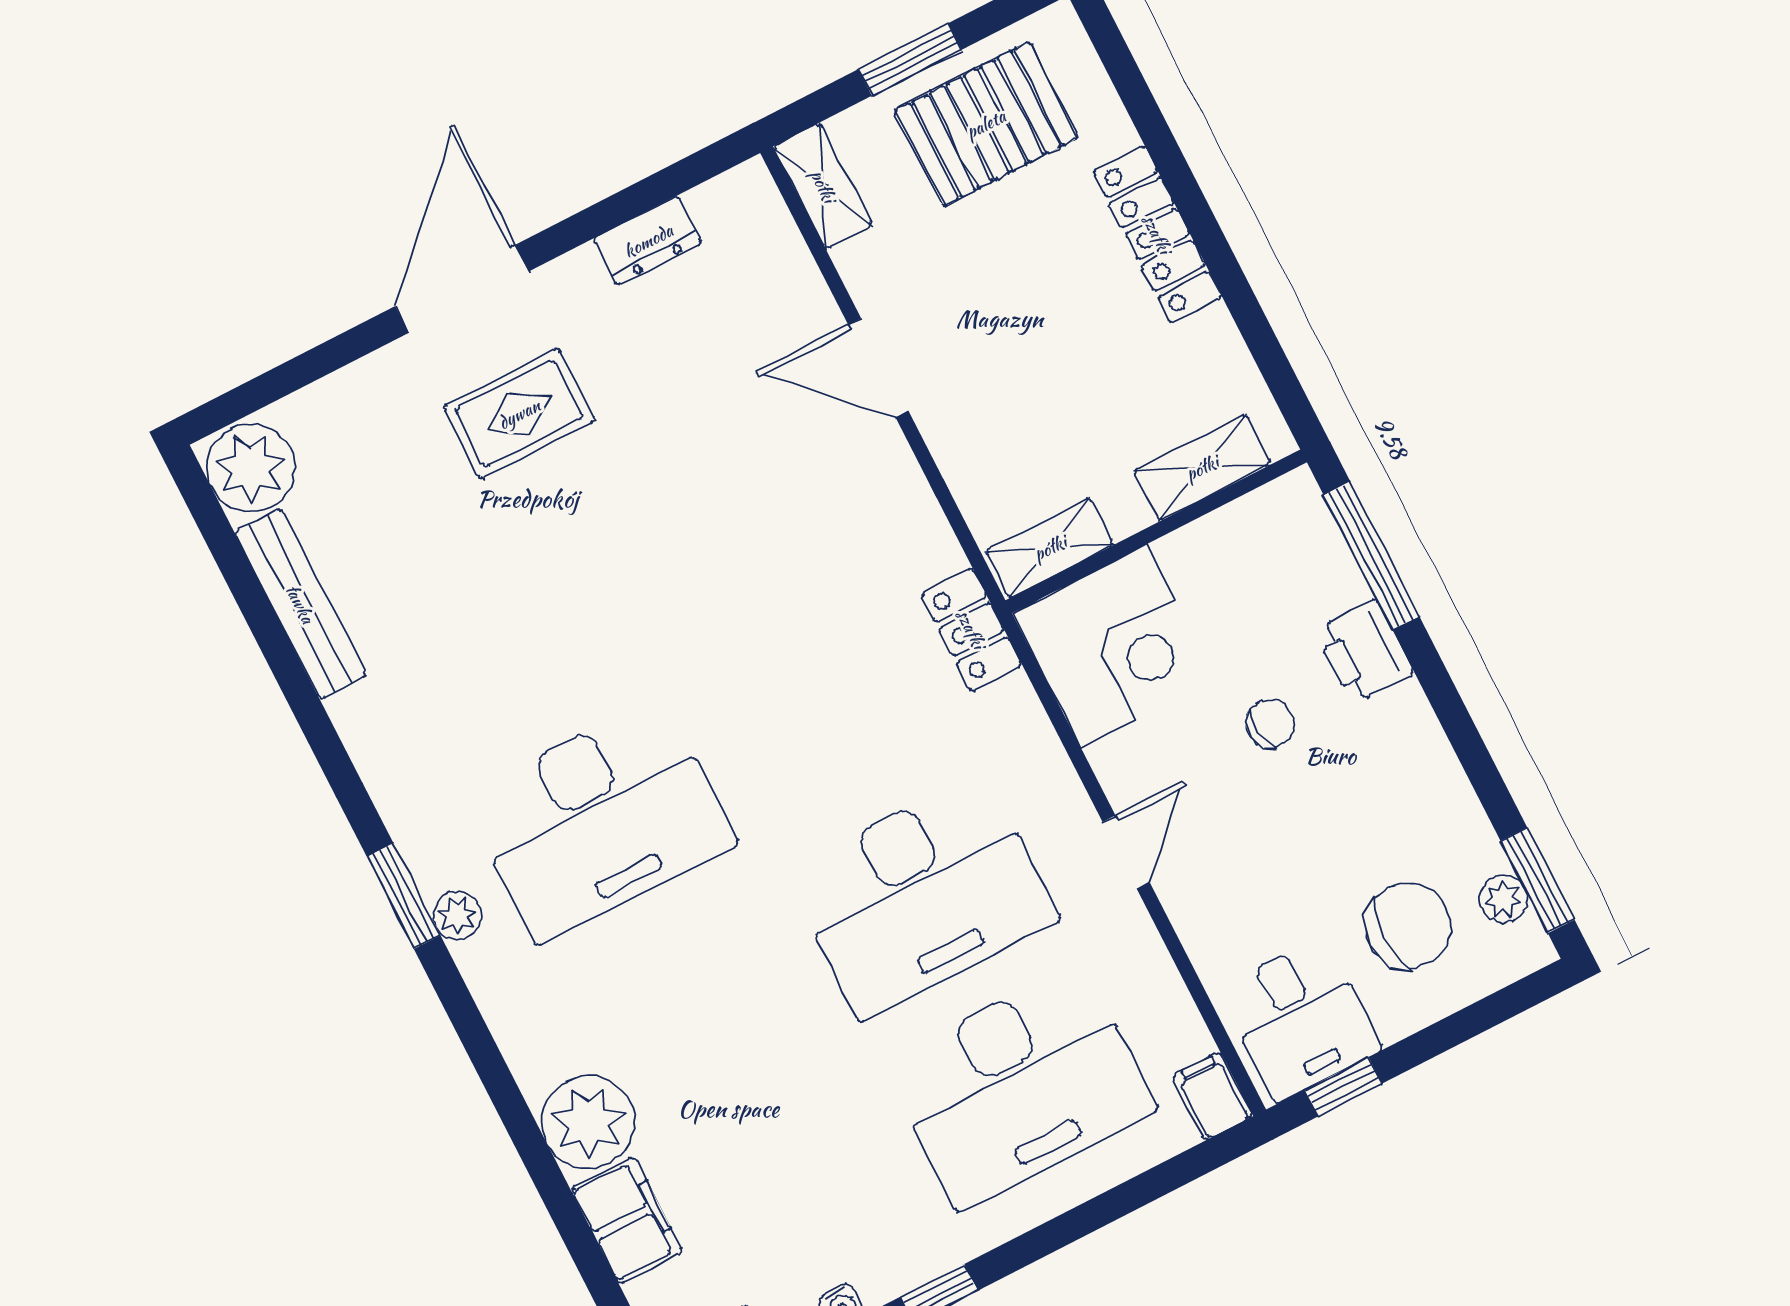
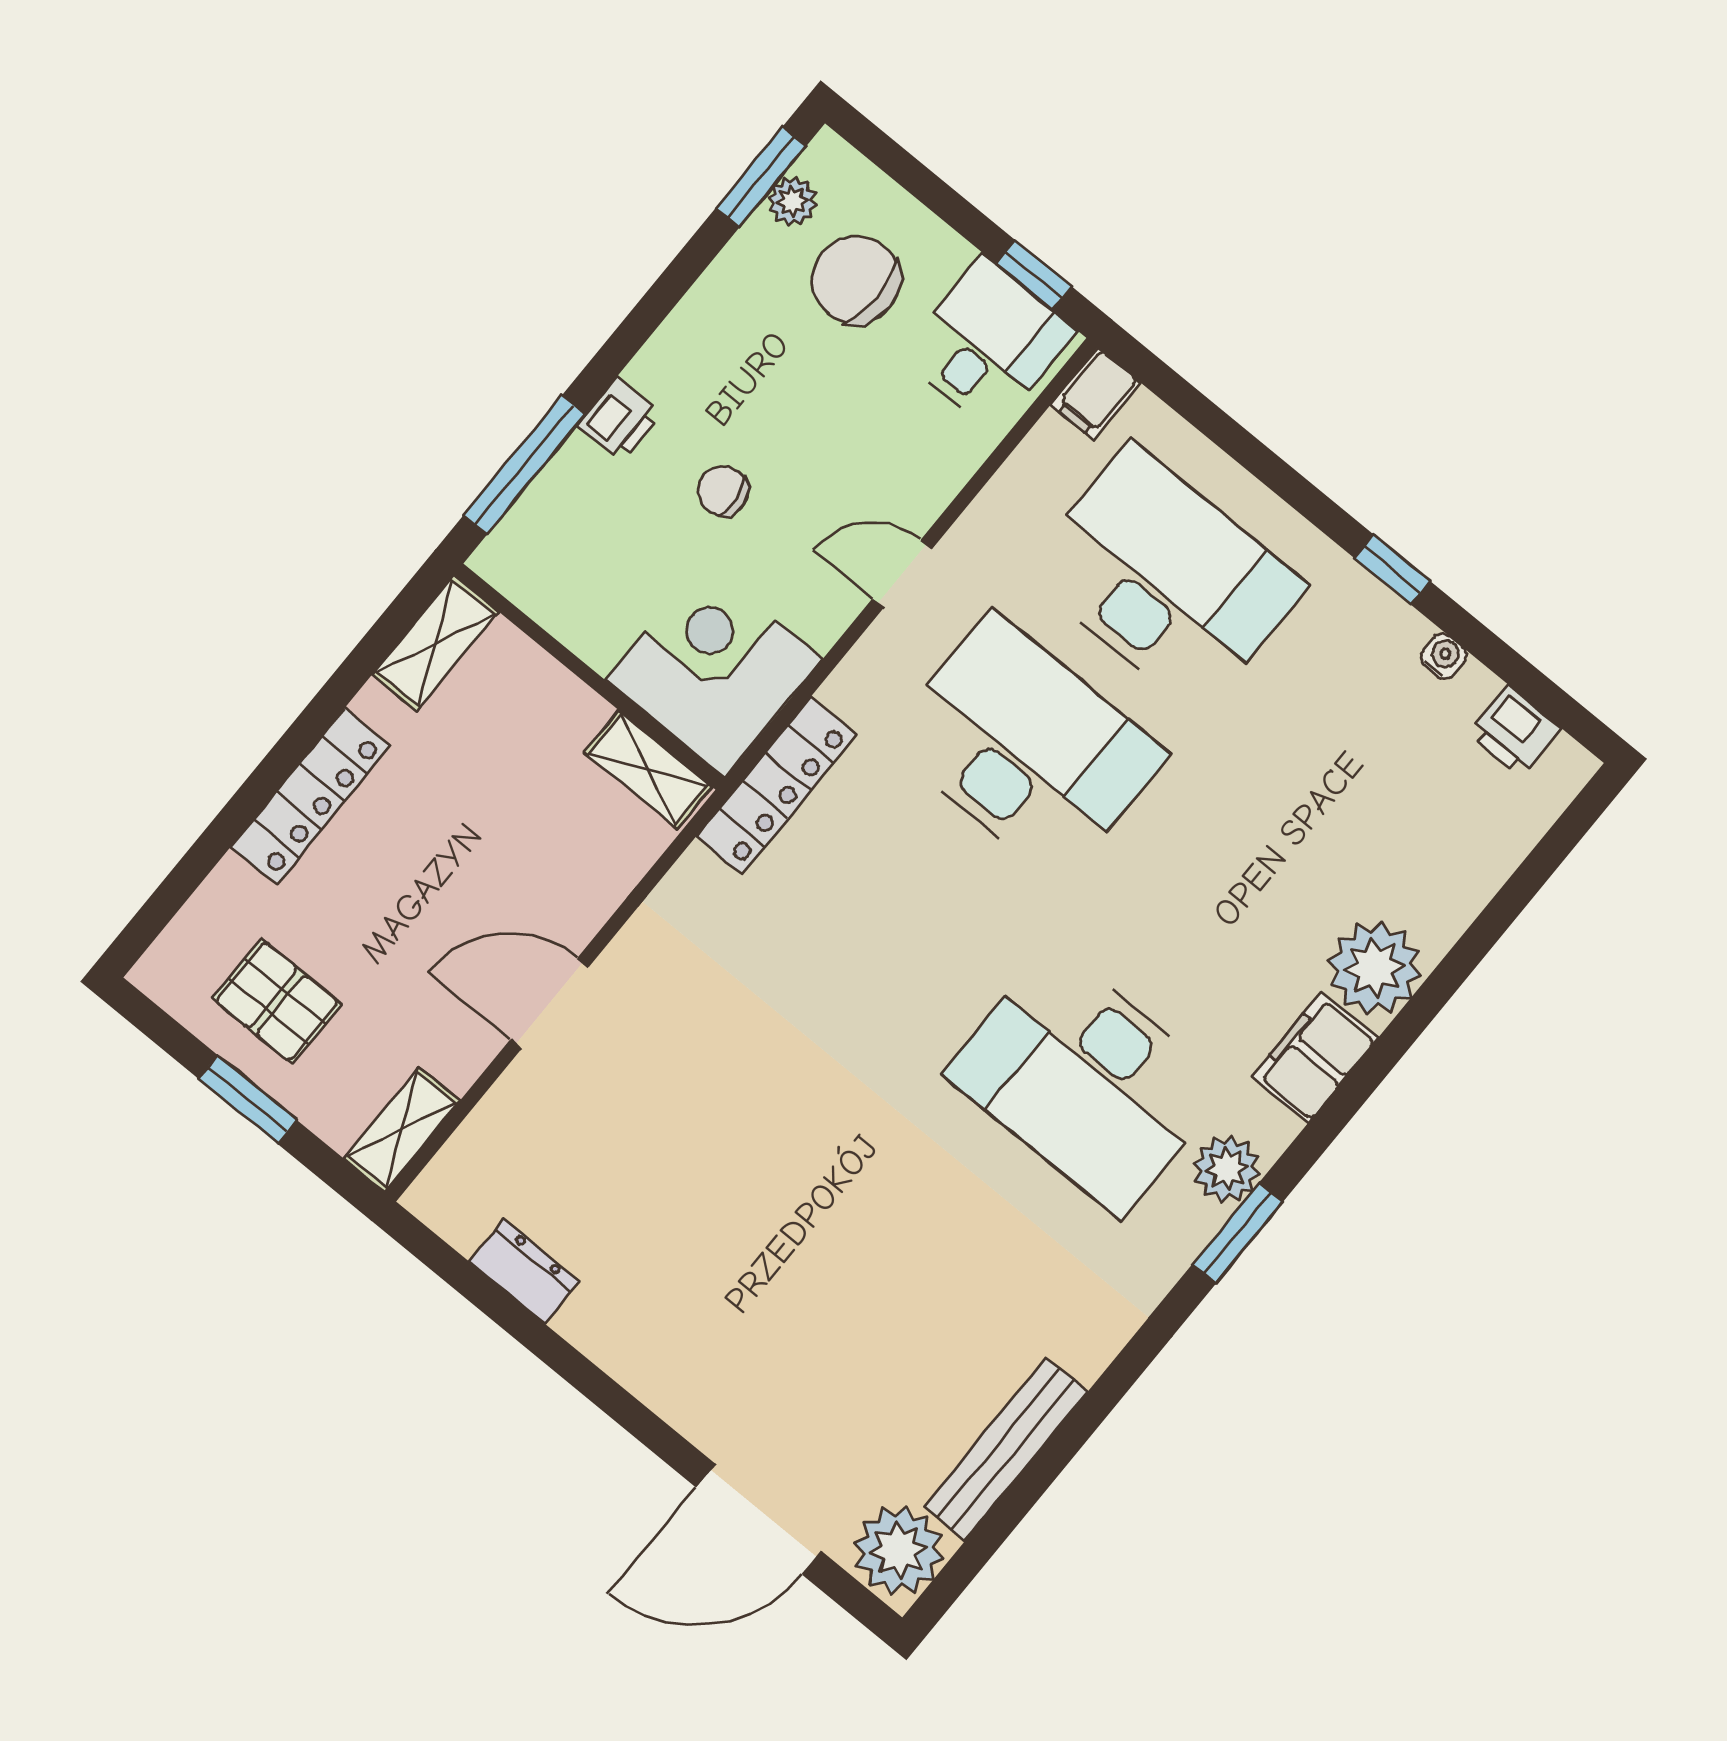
pallet: (986, 124) -> (277, 1001), width x0.67, depth x0.71
door: (462, 289) -> (759, 1519), moved
door: (878, 368) -> (549, 1003), swing flipped
rug: (519, 414) -> (739, 1321), removed
shelving: (1202, 468) -> (435, 643), moved, turned 90
locker: (971, 629) -> (776, 786), width x1.53
printer: (1364, 651) -> (619, 419), width x0.73, depth x0.81
desk: (600, 820) -> (1086, 1080), turned 180
plant: (457, 915) -> (1227, 1169), width x1.38, depth x1.38
filing cabinet: (627, 1220) -> (1315, 1057), moved

